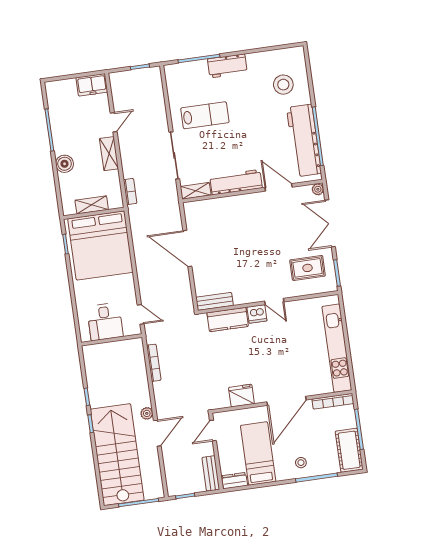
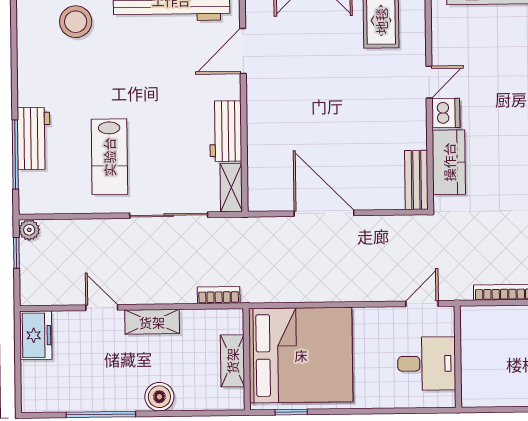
workbench: (227, 66) -> (34, 138), moved
plant: (155, 73) -> (29, 230), added
lab bench: (205, 115) -> (109, 157), turned 180
workbench: (236, 182) -> (226, 131), width x0.73
door: (187, 248) -> (324, 213), swing flipped

